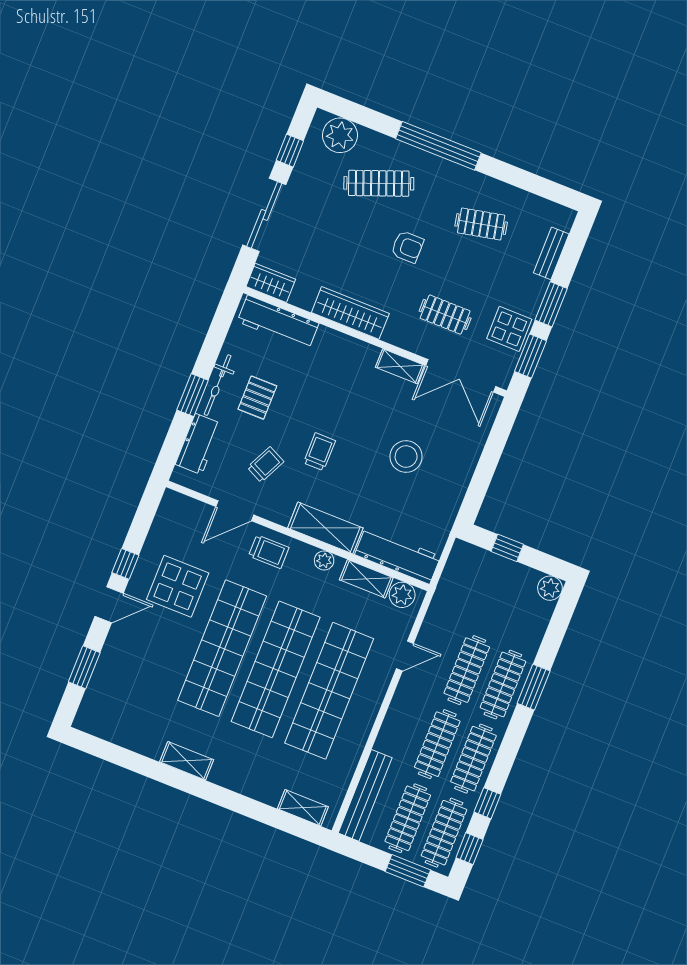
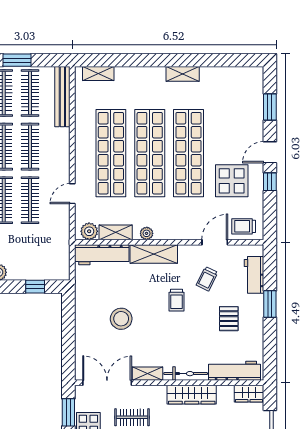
bicycle: (218, 385) -> (186, 374), moved, turned 90
trolley: (269, 552) -> (244, 226), moved

